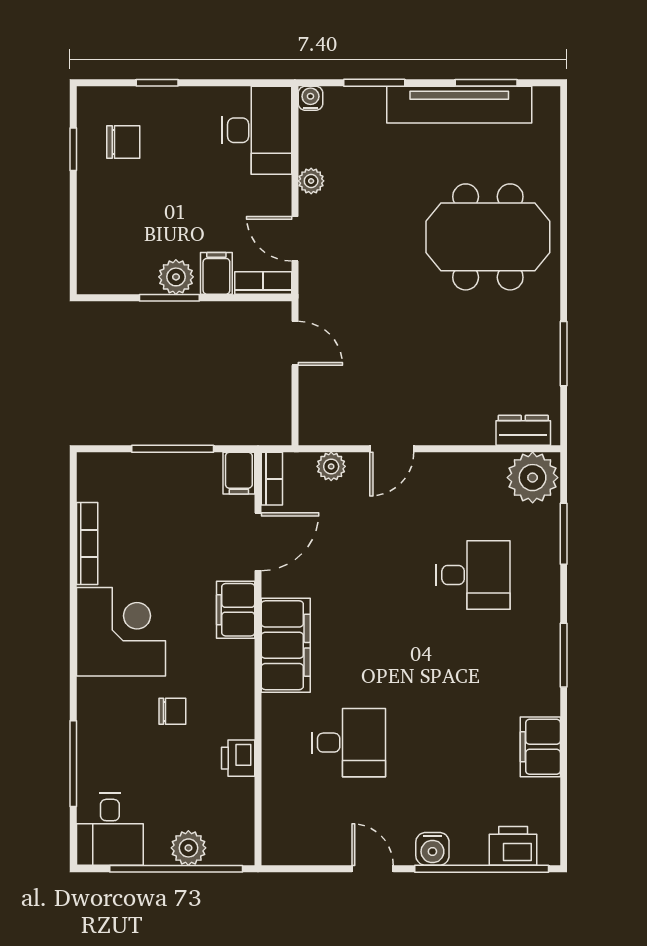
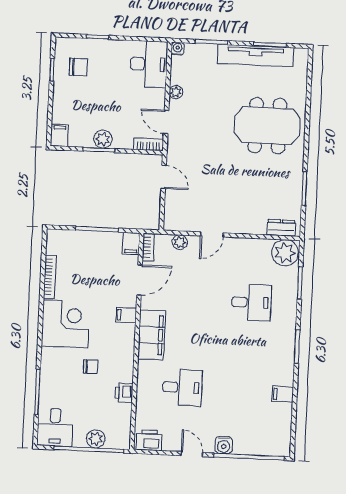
filing cabinet: (216, 273) -> (60, 135), moved
filing cabinet: (236, 610) -> (126, 315), width x0.50
filing cabinet: (540, 747) -> (283, 394), width x0.50
printer: (513, 846) -> (149, 440), moved

